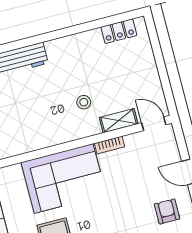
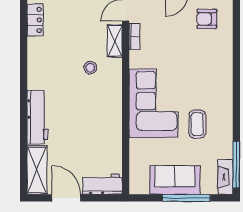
bookcase: (110, 145) -> (134, 36), moved

